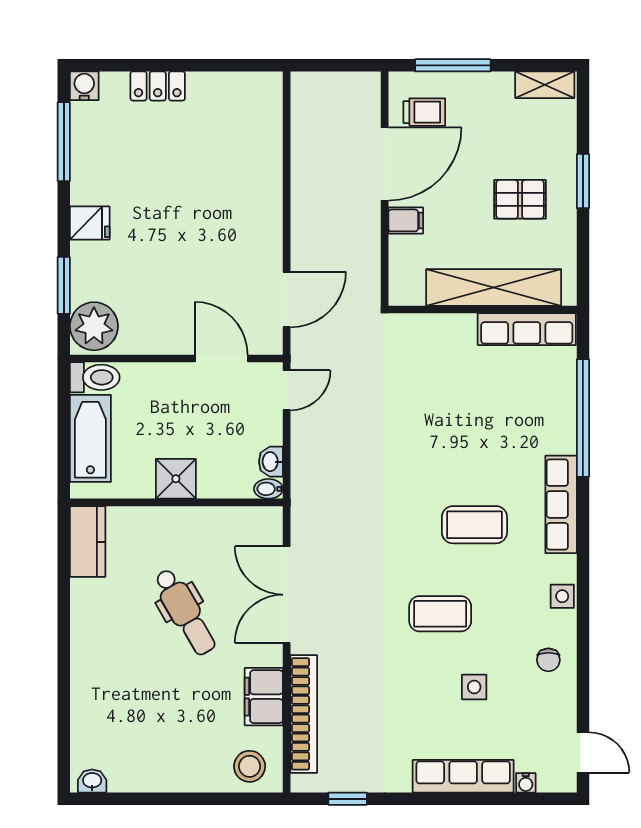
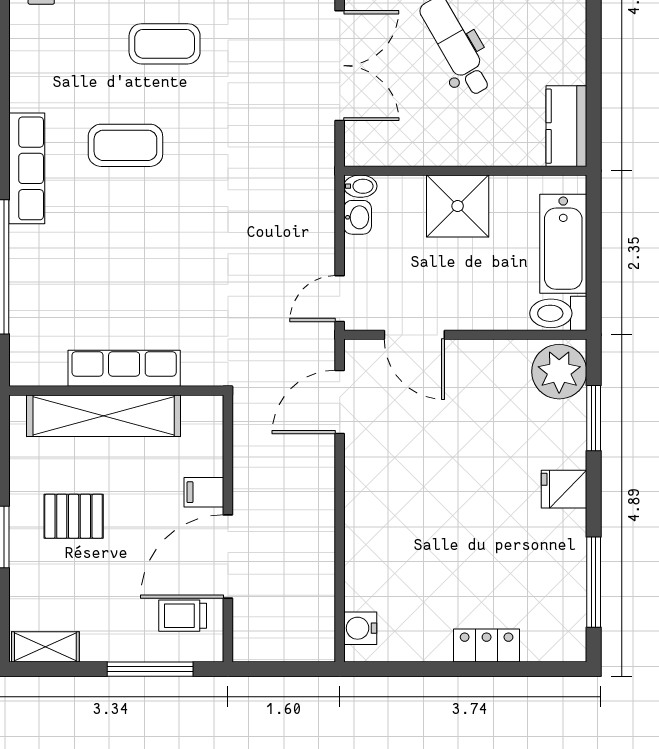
water cooler: (84, 86) -> (360, 628), moved, turned 90
row of seats: (527, 329) -> (124, 368), moved
shower: (176, 479) -> (458, 206), width x1.36, depth x1.36
side table: (562, 596) -> (25, 64), removed

